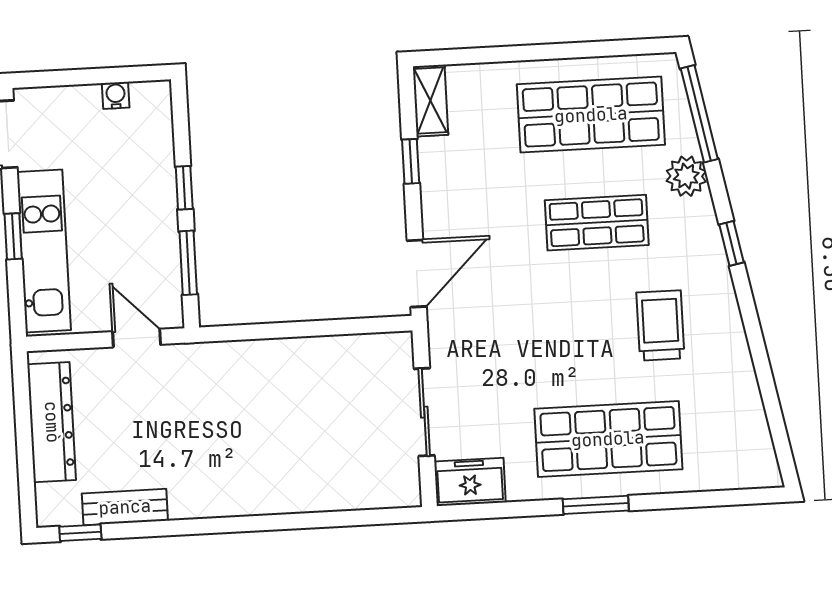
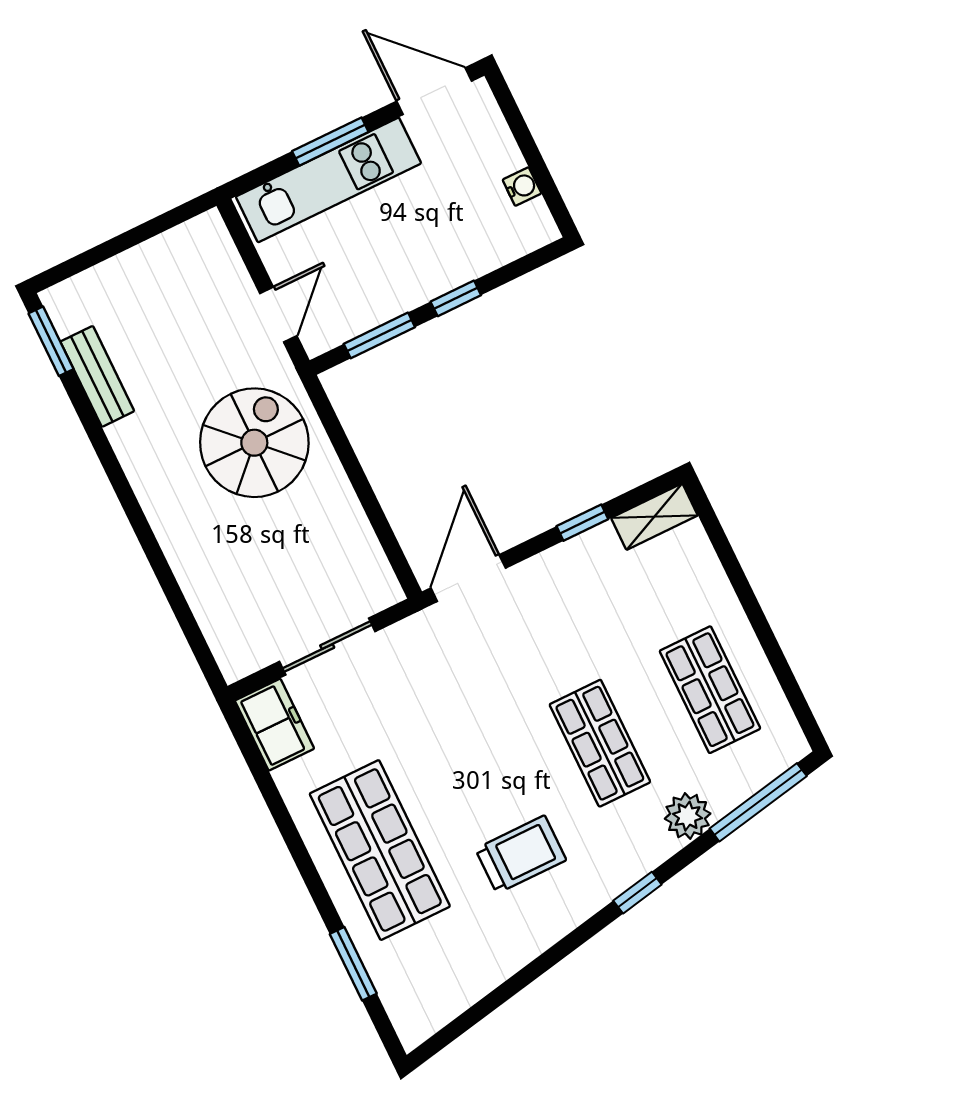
shop shelf: (591, 115) -> (710, 690), width x0.70, depth x0.74
window: (13, 236) -> (330, 142), width x1.50
door: (417, 274) -> (468, 578), swing flipped
spiral stairs: (233, 402) -> (254, 443), added
dresser: (52, 422) -> (154, 263), removed
window: (596, 505) -> (353, 964), moved
window: (80, 533) -> (51, 341), width x1.50

